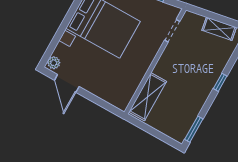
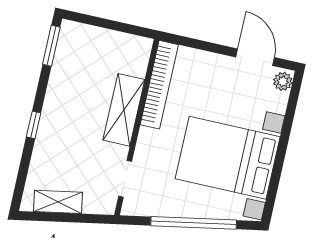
bookcase: (133, 84) -> (159, 85), added
shelving: (148, 97) -> (124, 110), moved

